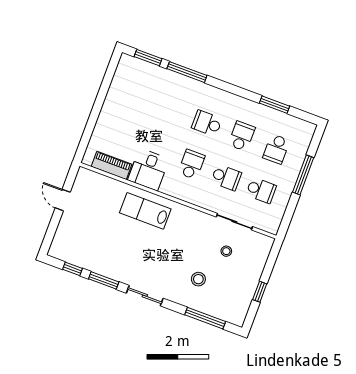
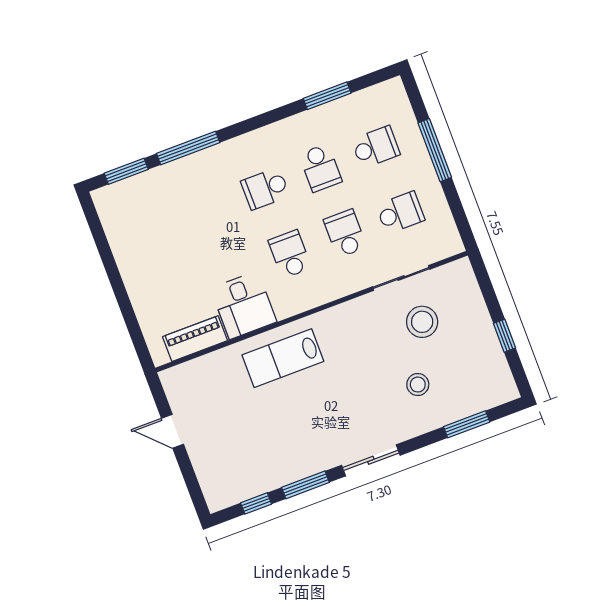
school desk: (242, 136) -> (320, 168), turned 180
school desk: (276, 149) -> (376, 147), turned -90
school desk: (226, 177) -> (345, 233), turned -90
stool: (226, 251) -> (422, 322), width x1.89, depth x1.89
window: (205, 318) -> (467, 424), width x0.69

